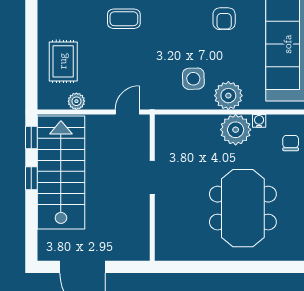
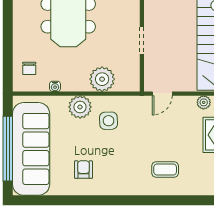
plant: (236, 130) -> (102, 79), moved

